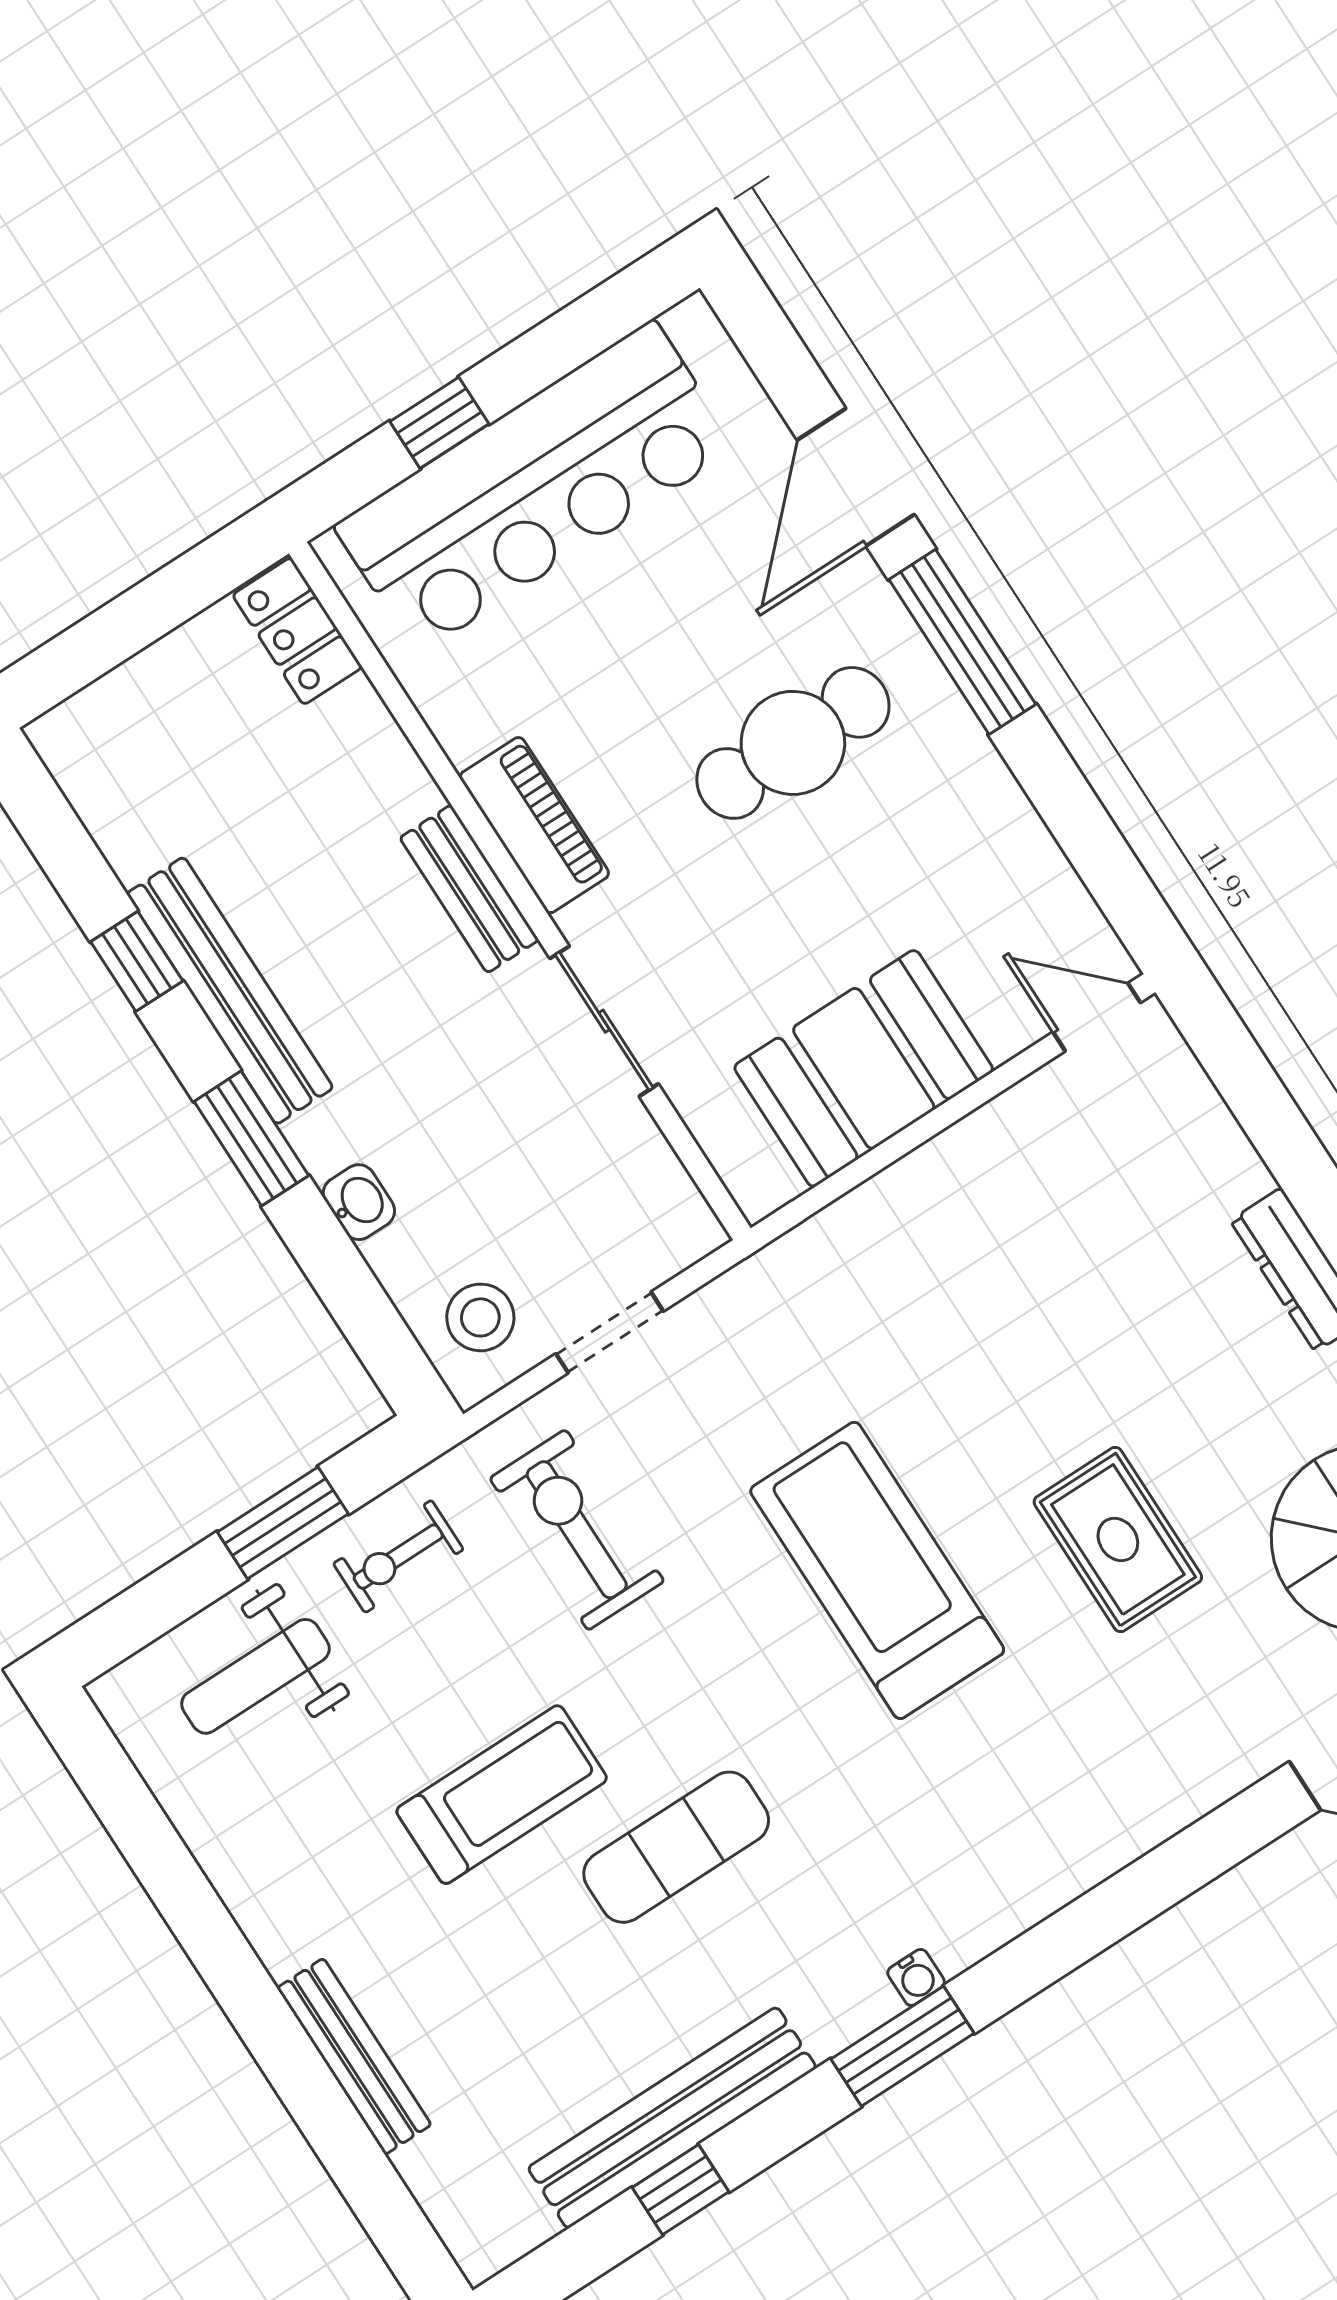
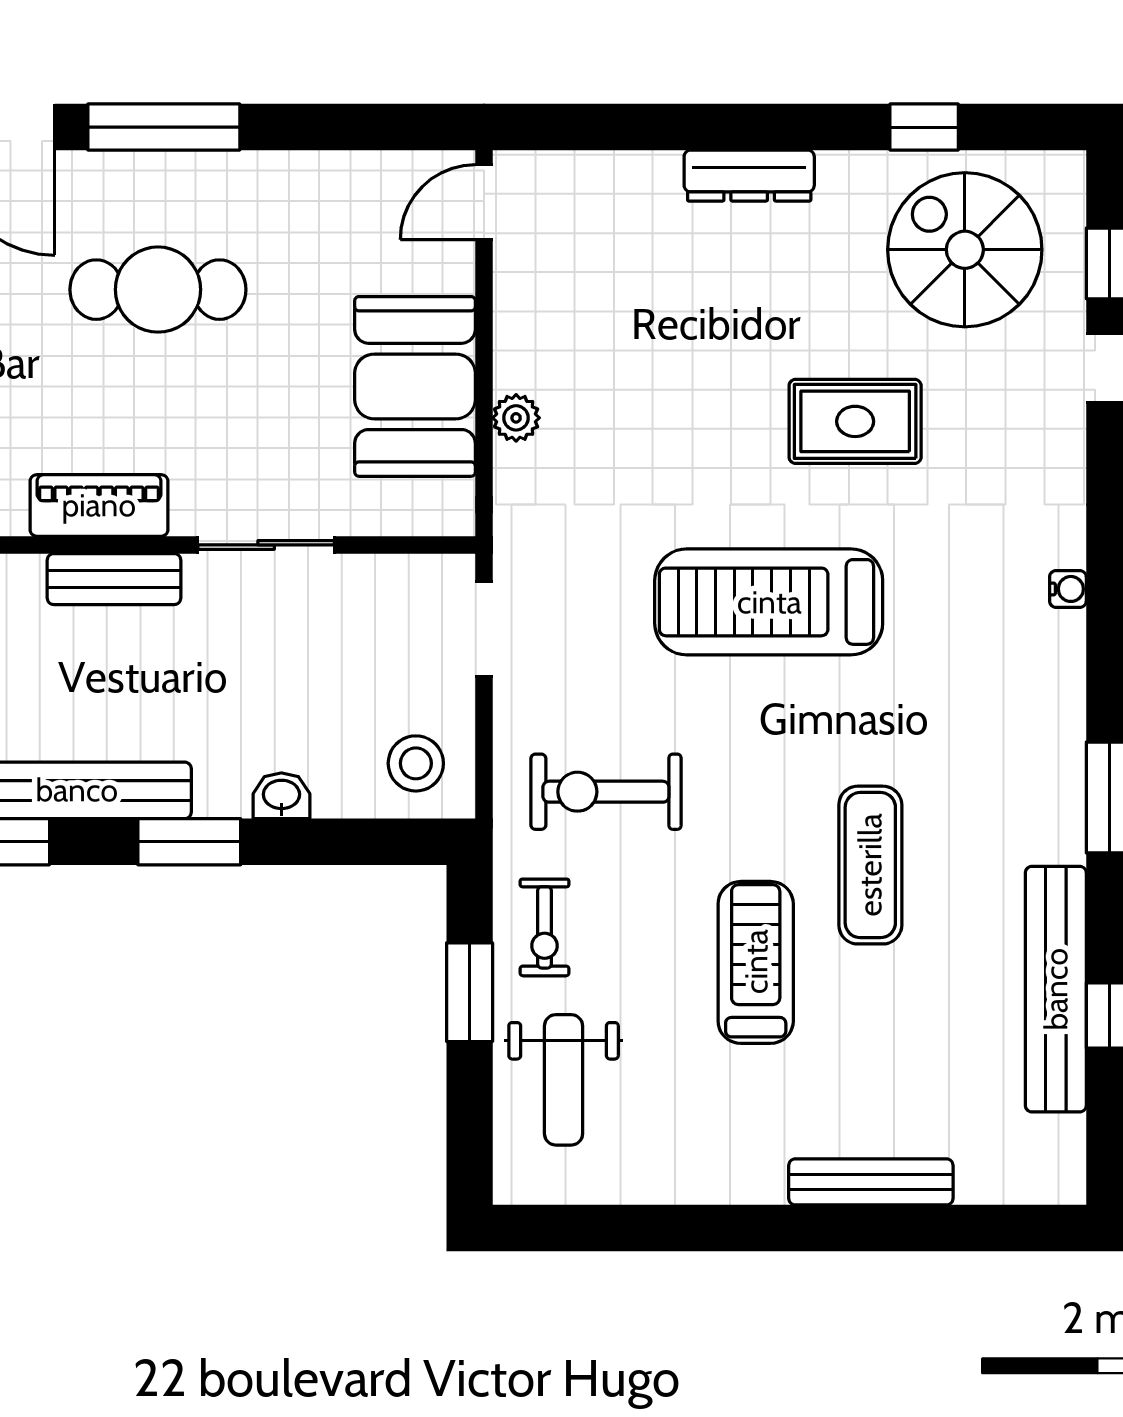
cafe table: (793, 743) -> (158, 290), turned 90
plant: (898, 1192) -> (516, 418), added
doorway: (610, 1332) -> (484, 629), moved
water cooler: (916, 1977) -> (1068, 589), moved

